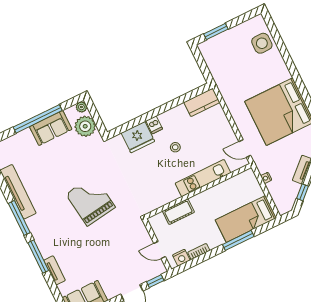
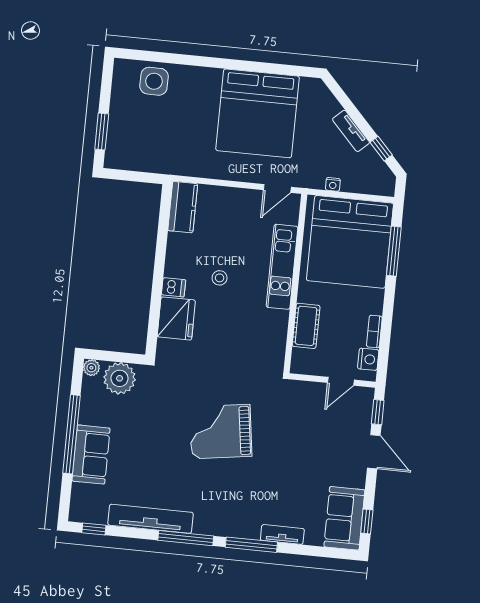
sofa: (51, 128) -> (91, 455), moved
bed: (246, 219) -> (350, 242), width x2.04
window: (238, 240) -> (394, 251), moved

